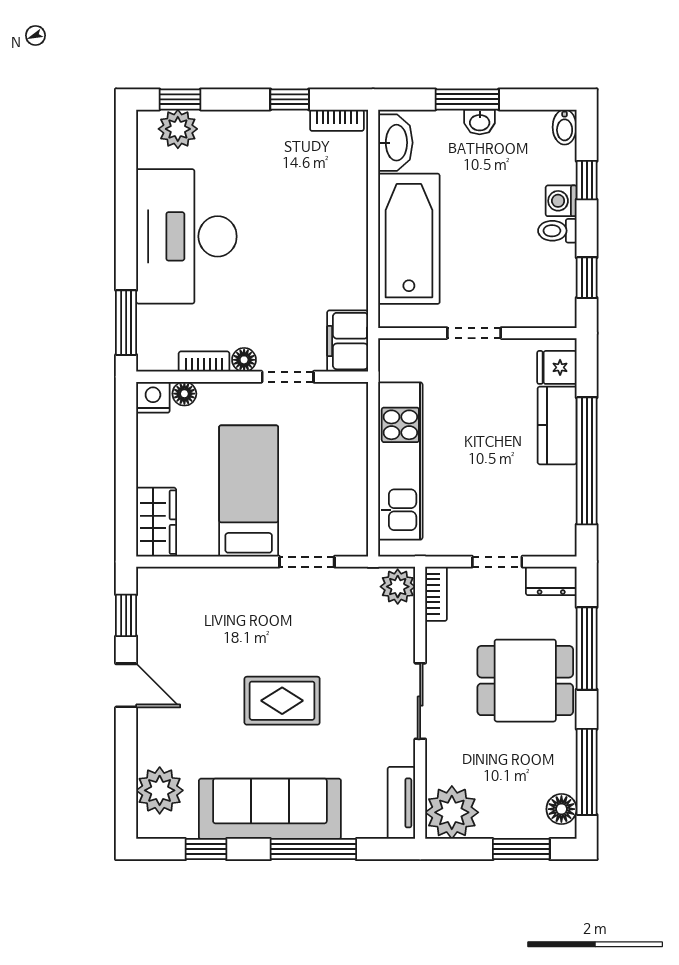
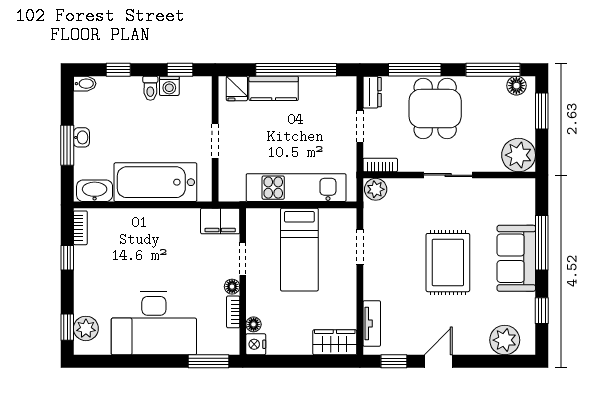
washing machine: (561, 201) -> (169, 86), moved
bed: (249, 491) -> (299, 250), moved, turned -90
rug: (282, 701) -> (448, 263), width x1.36, depth x1.43
tv unit: (401, 803) -> (372, 323), moved, turned -90
sofa: (270, 809) -> (516, 258), width x0.73

